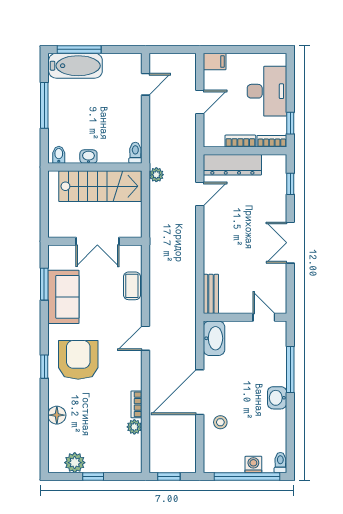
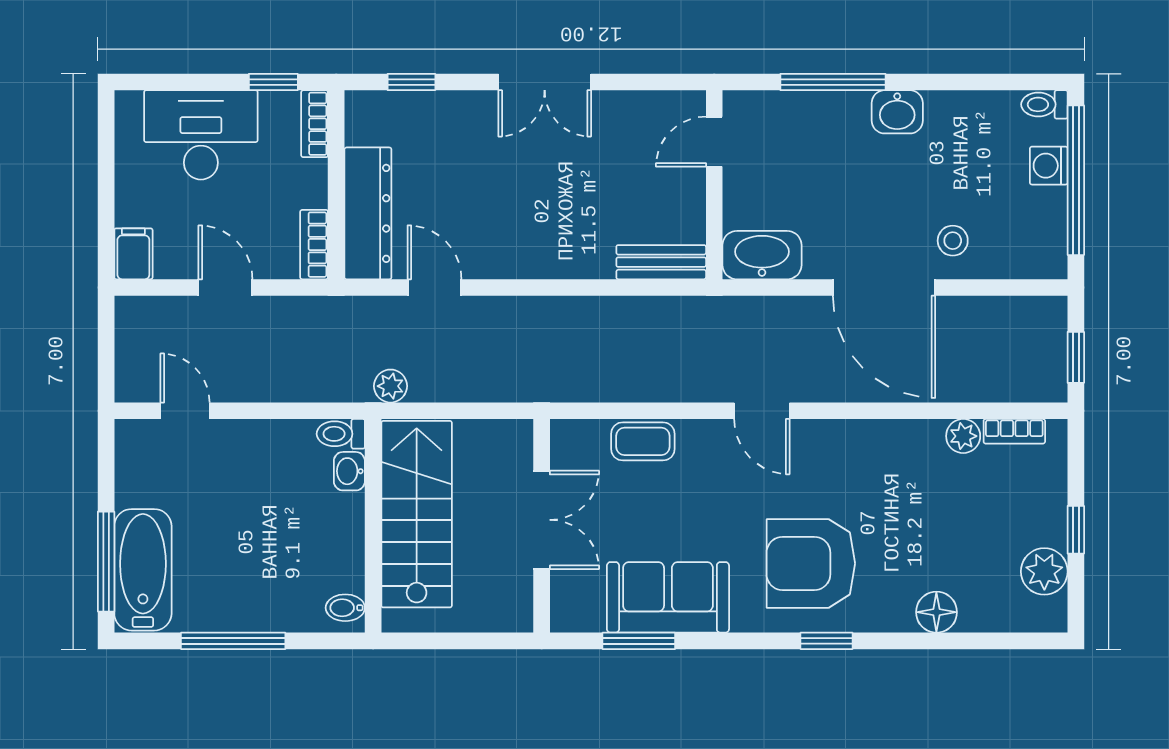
bookcase: (240, 141) -> (314, 245), moved
washbasin: (88, 157) -> (349, 471), moved
bookcase: (136, 404) -> (1014, 431), moved

